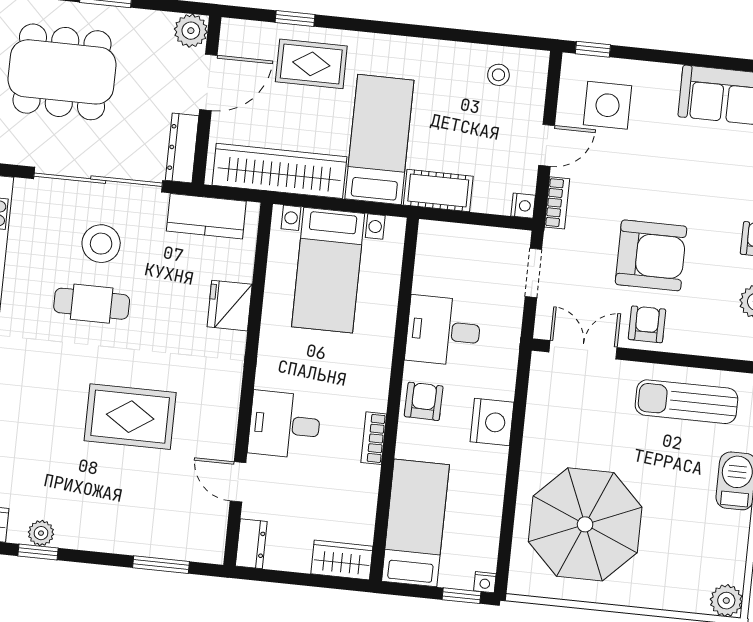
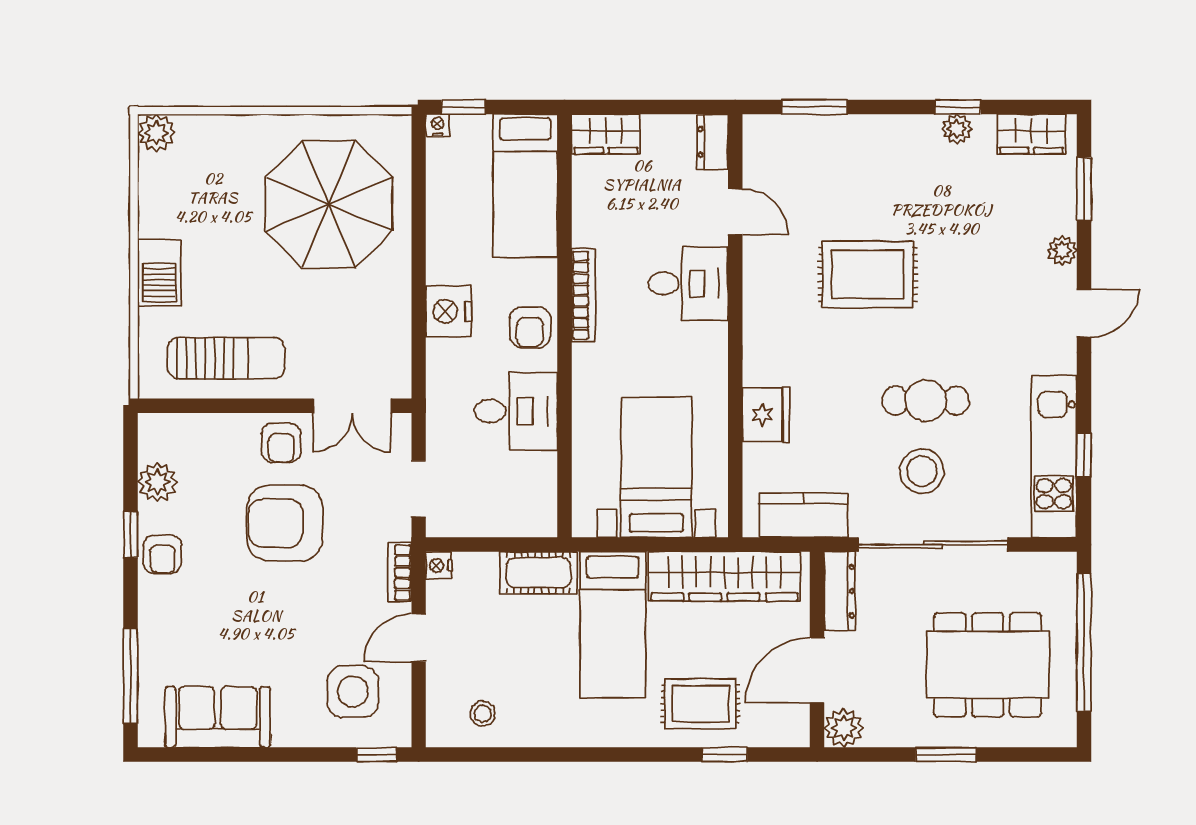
bookcase: (374, 438) -> (583, 295), width x1.56

